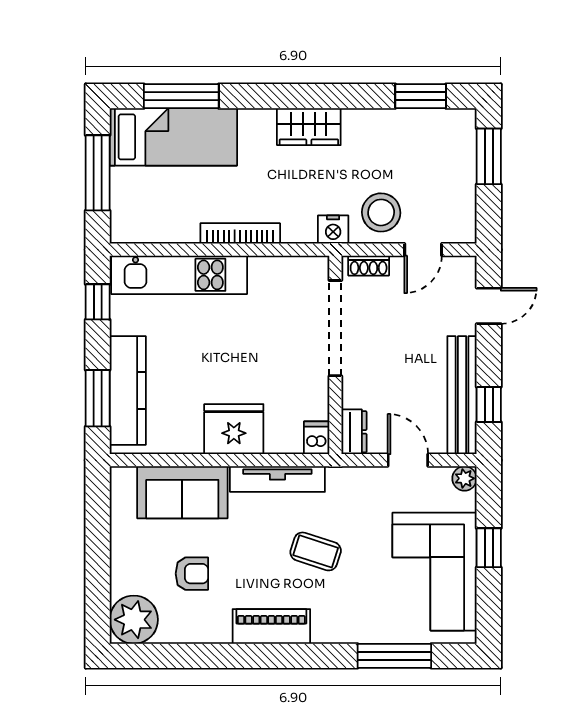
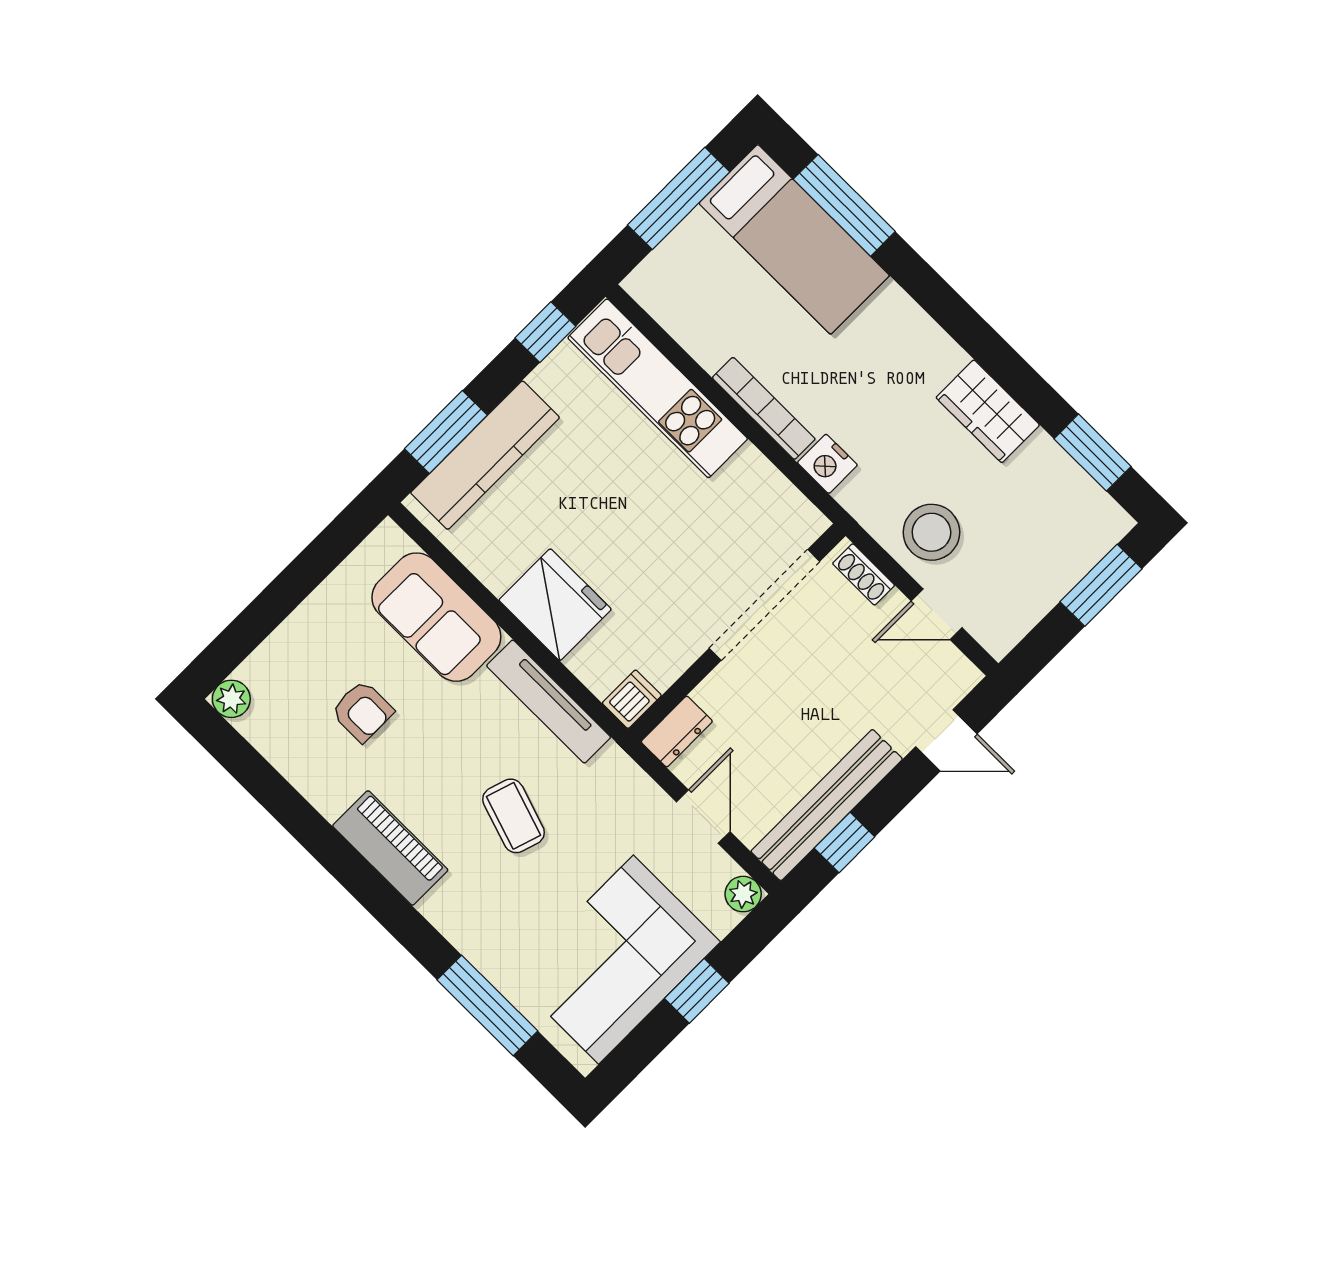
wardrobe: (309, 127) -> (988, 411), moved
nightstand: (333, 230) -> (827, 464), moved
plant: (134, 620) -> (231, 699), width x0.53, depth x0.53

